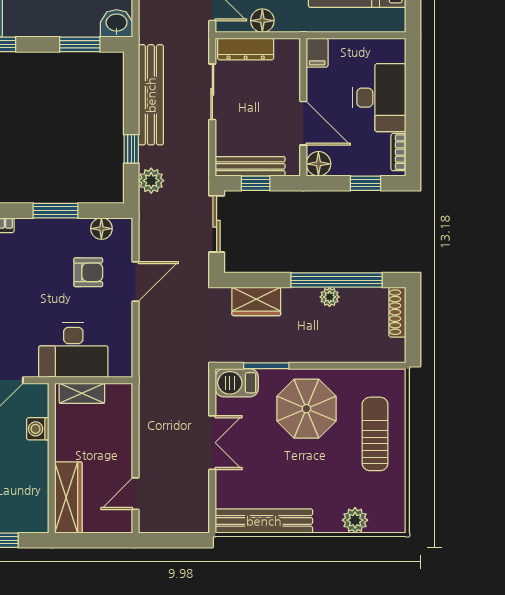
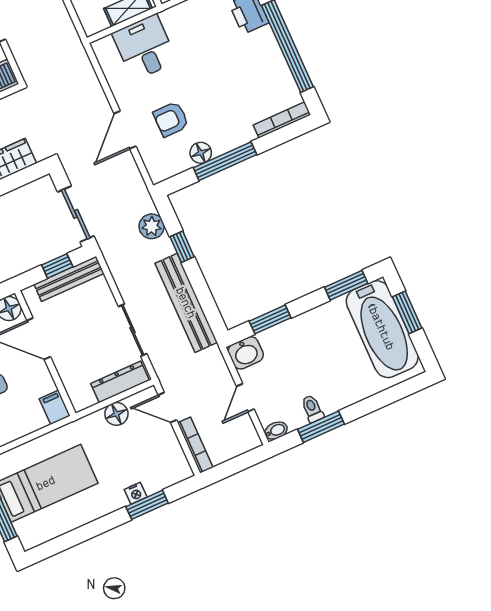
window: (56, 211) -> (225, 161), width x1.44
floor lamp: (101, 229) -> (201, 153), moved
desk: (73, 350) -> (145, 47), width x0.73

